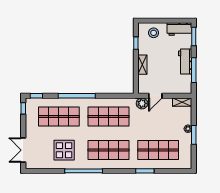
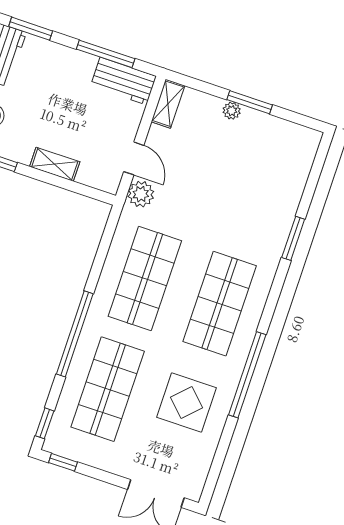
workbench: (185, 61) -> (123, 81), moved
shop shelf: (158, 150) -> (257, 193), removed

